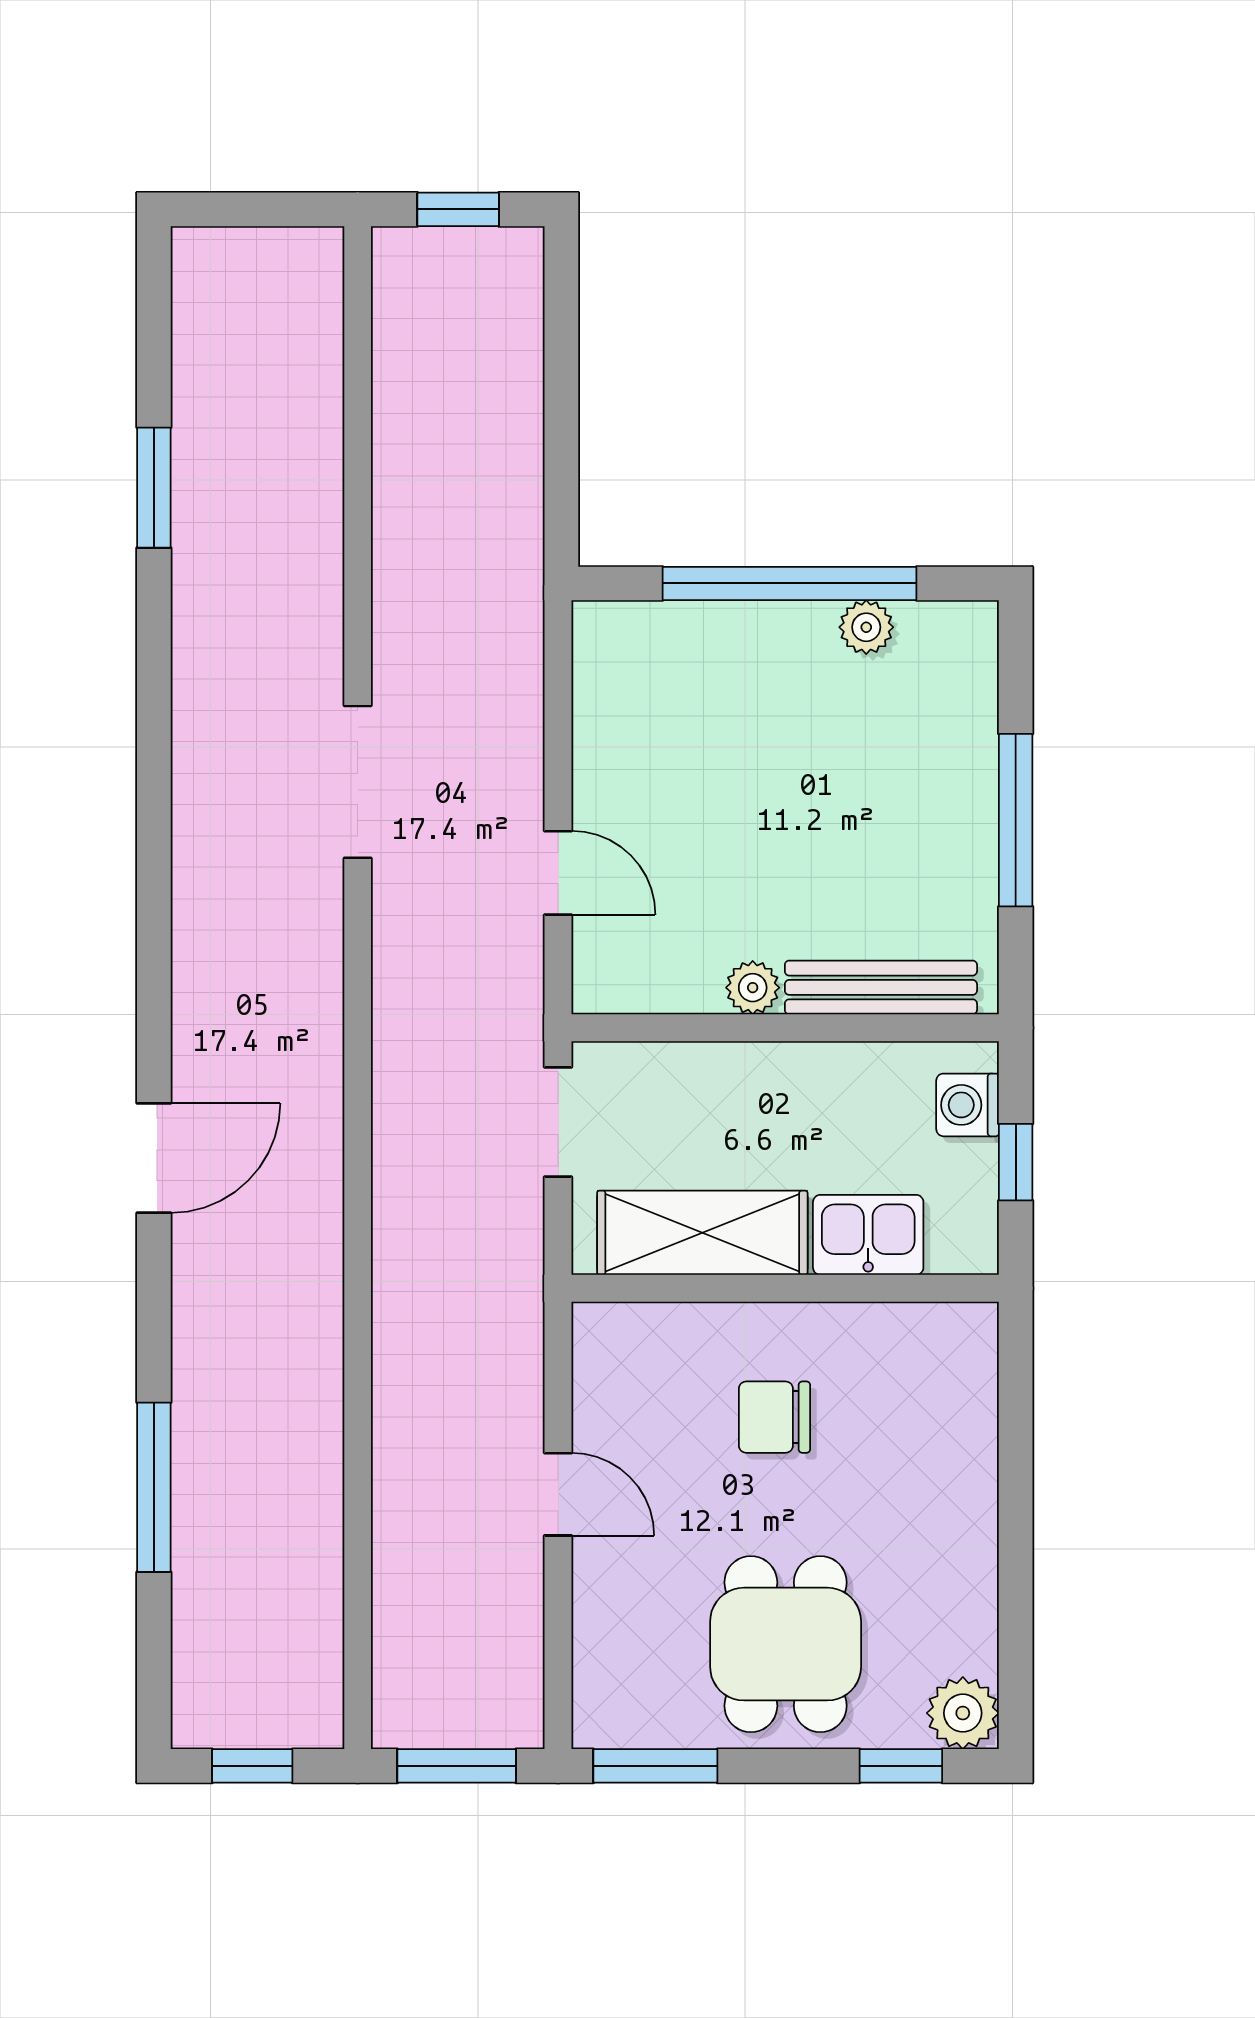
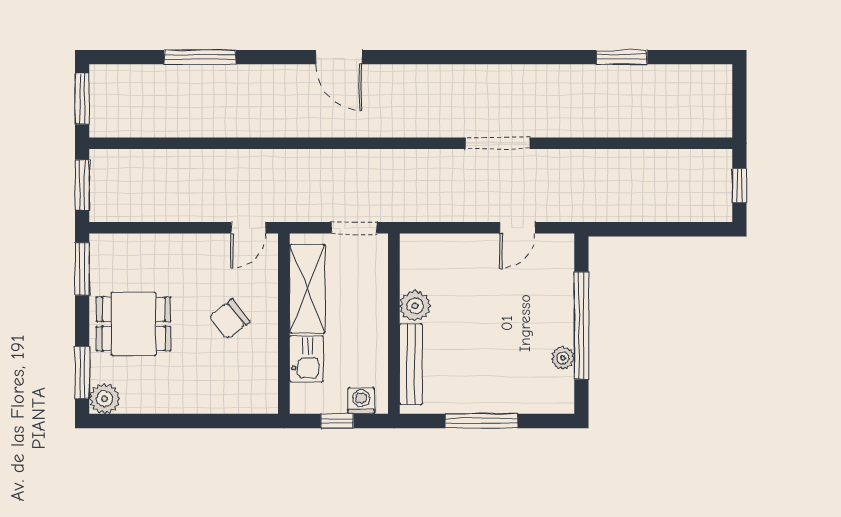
door: (558, 873) -> (517, 228), moved
plant: (753, 988) -> (415, 306), width x1.38, depth x1.38
chair: (774, 1417) -> (229, 319), turned -127
door: (558, 1494) -> (248, 228), moved
window: (252, 1766) -> (82, 99), width x1.50
window: (901, 1766) -> (82, 373), width x1.50

